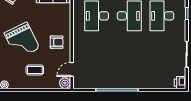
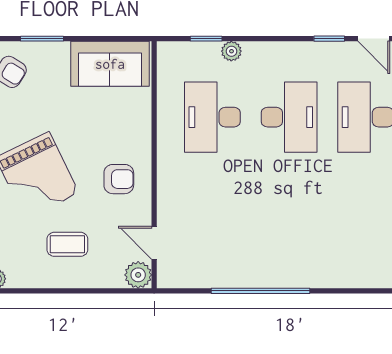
door: (72, 69) -> (154, 243), hinge flipped

